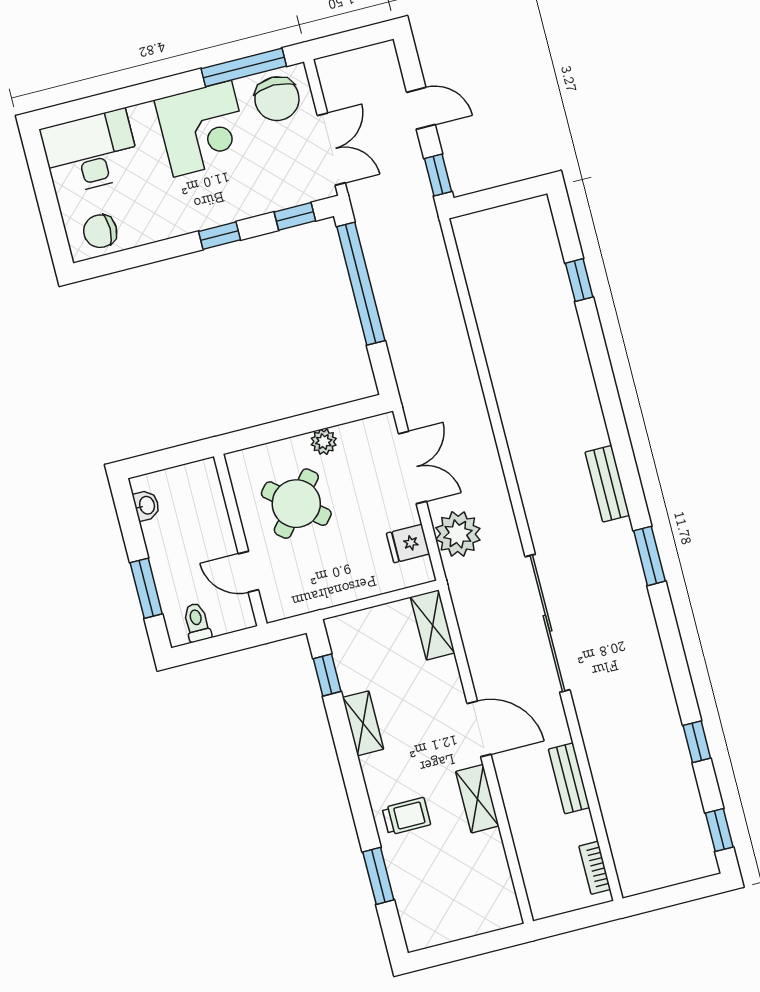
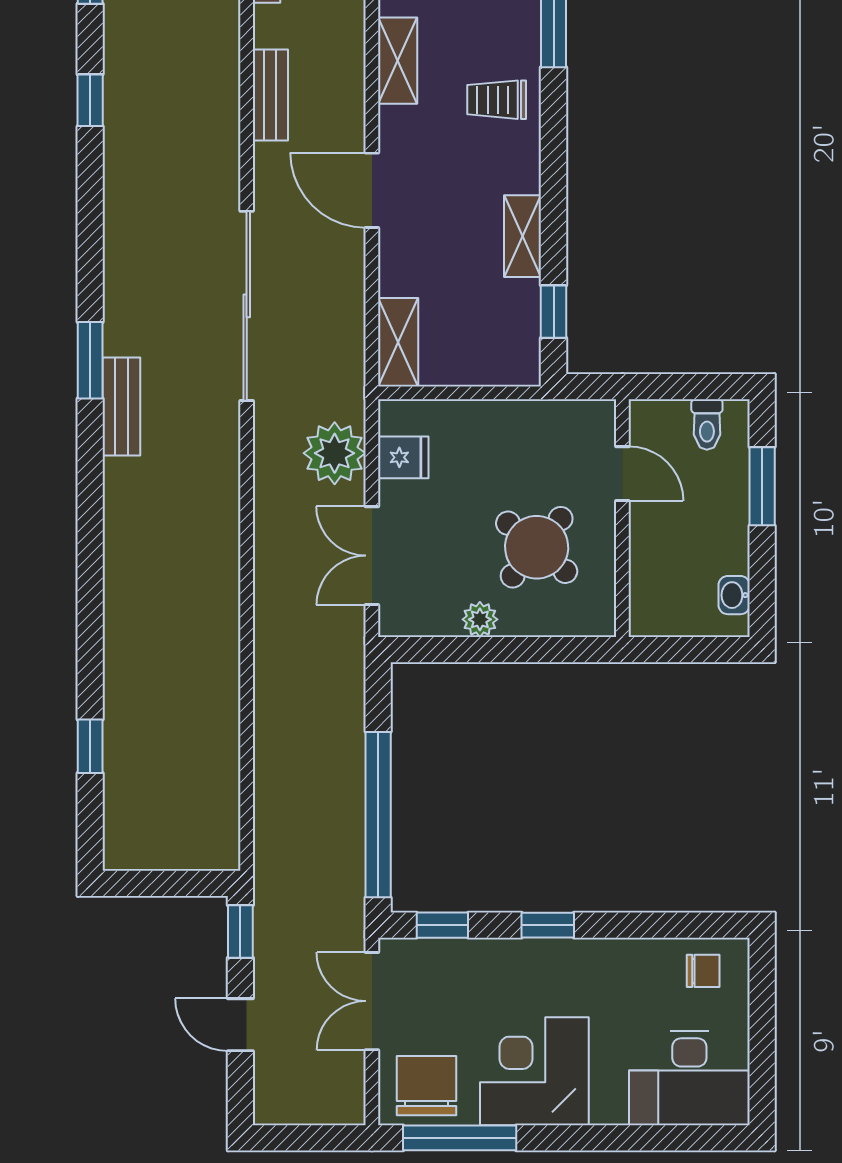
chair: (100, 231) -> (703, 971), width x0.73, depth x0.73
bench: (607, 484) -> (121, 407), moved
shelving: (477, 799) -> (398, 61), moved

